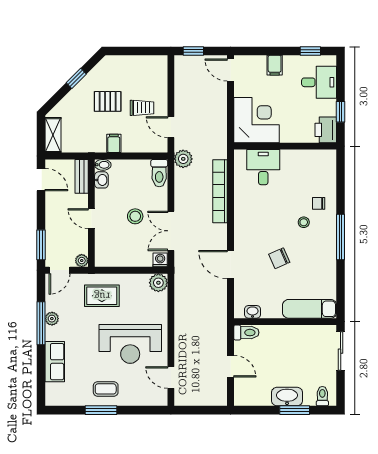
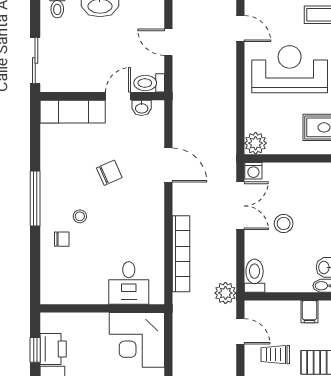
printer: (326, 130) -> (53, 349), moved
door: (272, 322) -> (118, 96), added

